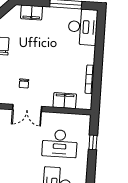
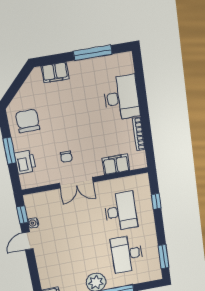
desk: (83, 27) -> (121, 98), moved
desk: (60, 143) -> (121, 211), turned -90

